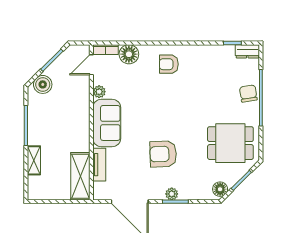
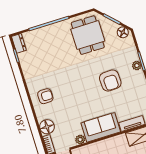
armchair: (169, 64) -> (45, 96), turned -90
chair: (248, 93) -> (49, 33), removed

